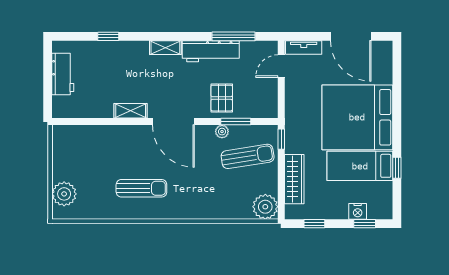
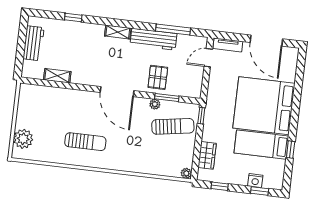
shelving: (131, 111) -> (57, 76), moved
wardrobe: (294, 179) -> (207, 155), width x0.67
plant: (265, 207) -> (186, 173), width x0.53, depth x0.53

